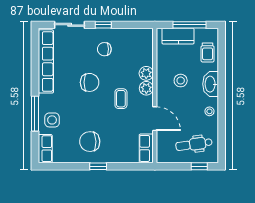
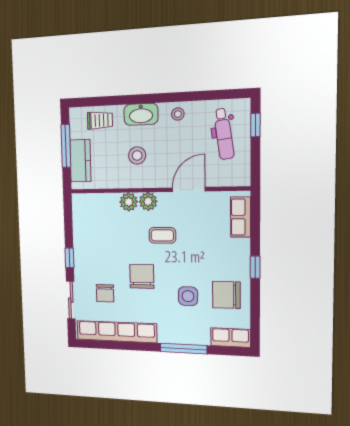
chair: (104, 49) -> (105, 293), moved
side table: (52, 120) -> (188, 296), moved
chair: (90, 142) -> (226, 295), moved, turned 92
row of seats: (146, 148) -> (241, 217), moved, turned 90

